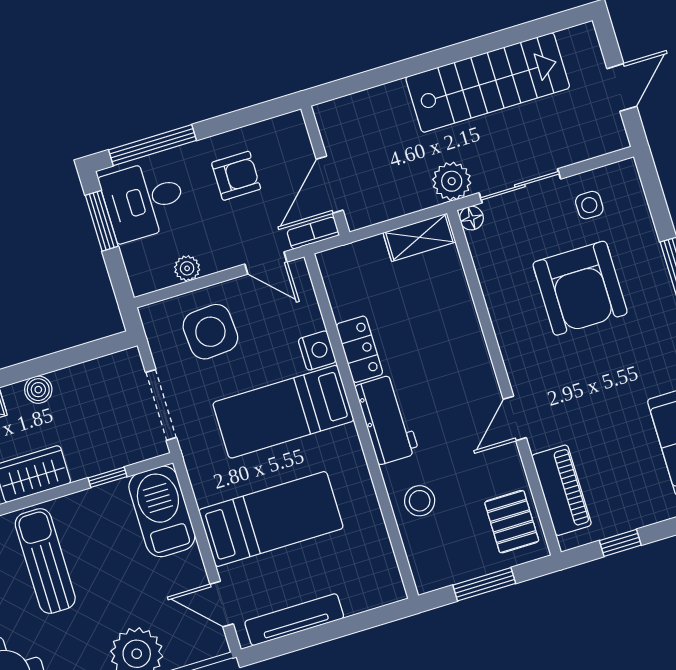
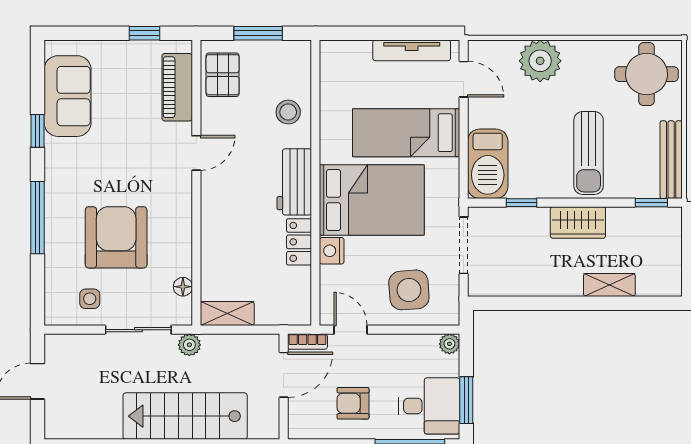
stairs: (488, 83) -> (185, 416), moved
plant: (452, 181) -> (189, 345), width x0.73, depth x0.73
floor lamp: (471, 218) -> (183, 287), moved
plant: (187, 268) -> (449, 344), moved
boiler: (38, 390) -> (554, 286), removed
bed: (283, 412) -> (372, 200), width x1.50

